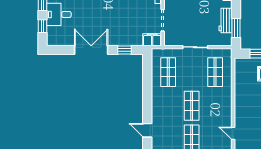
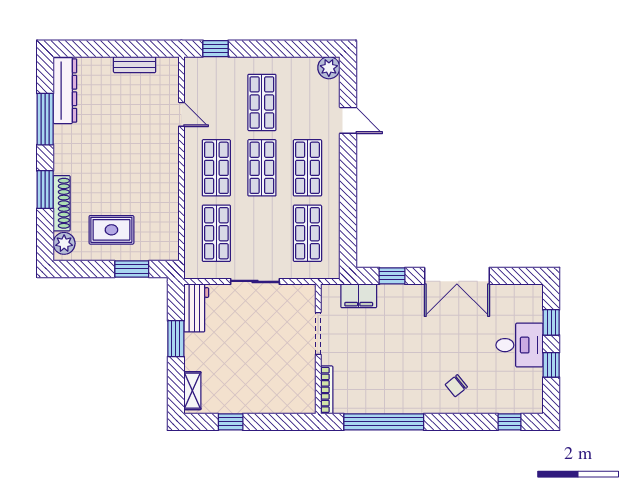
workbench: (225, 20) -> (196, 308), moved
window: (236, 28) -> (176, 339), moved
filing cabinet: (152, 40) -> (359, 296), moved
shop shelf: (168, 106) -> (307, 168), added
shop shelf: (215, 106) -> (216, 168), added

